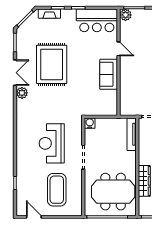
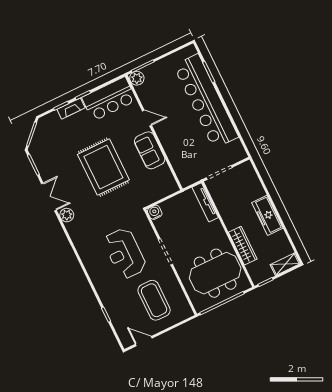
fireplace: (49, 14) -> (71, 109), moved
rug: (52, 64) -> (103, 167), moved

